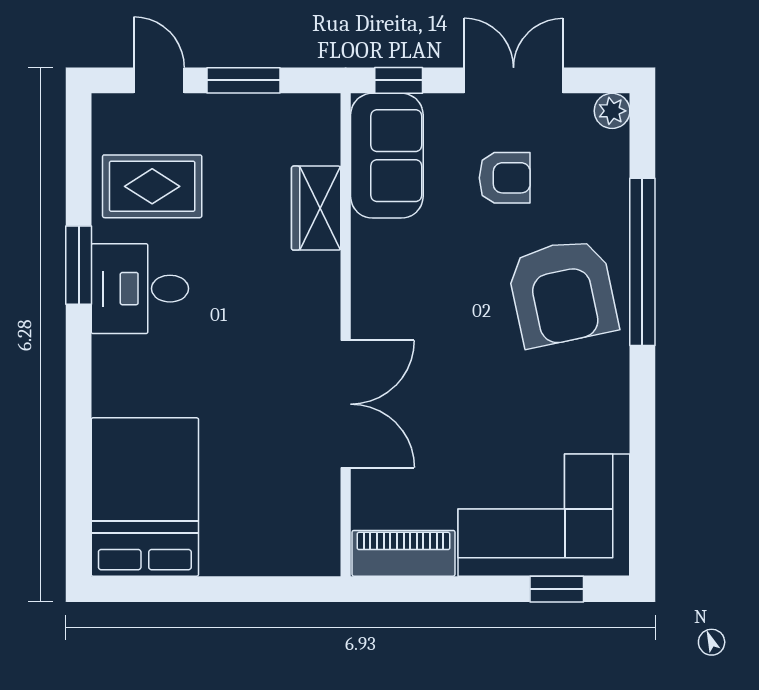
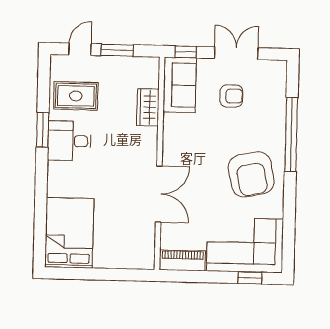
door: (159, 80) -> (80, 49), hinge flipped
plant: (612, 111) -> (279, 68), removed
armchair: (562, 292) -> (251, 174), moved

